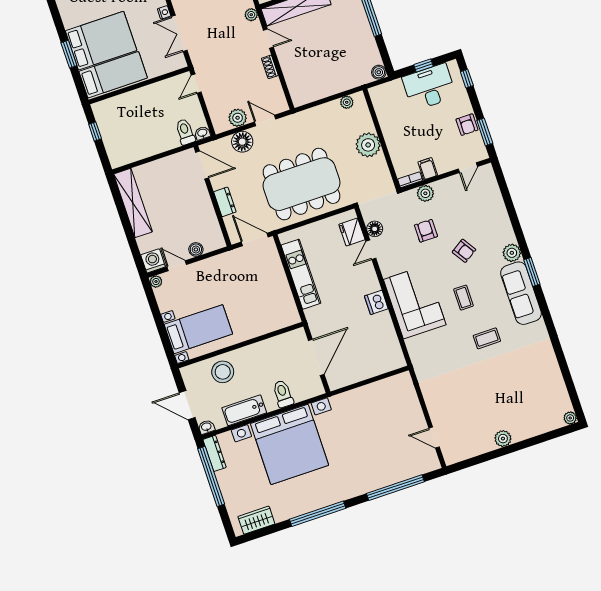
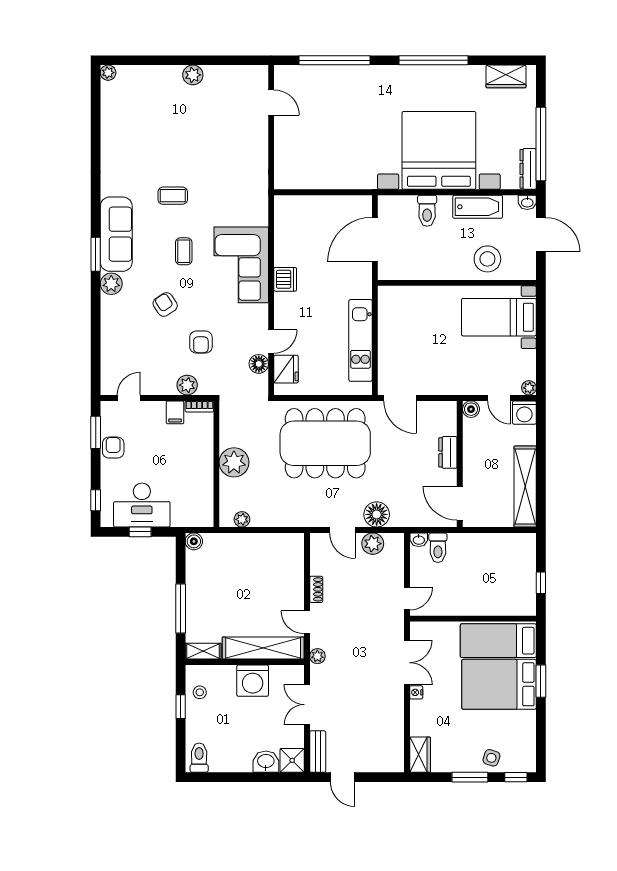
door: (202, 165) -> (460, 503), moved
wall: (212, 196) -> (460, 464), moved
dresser: (225, 202) -> (448, 452), moved

